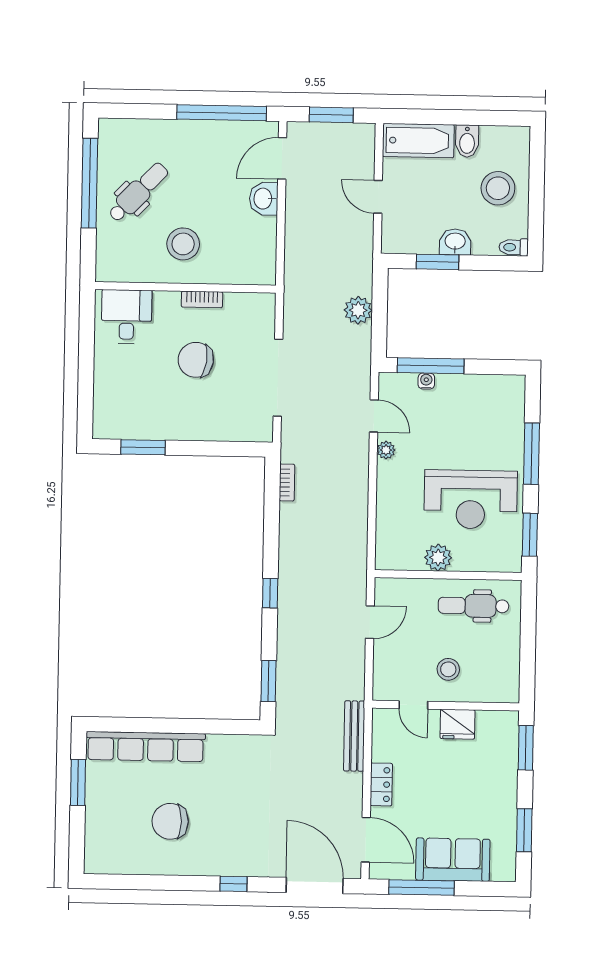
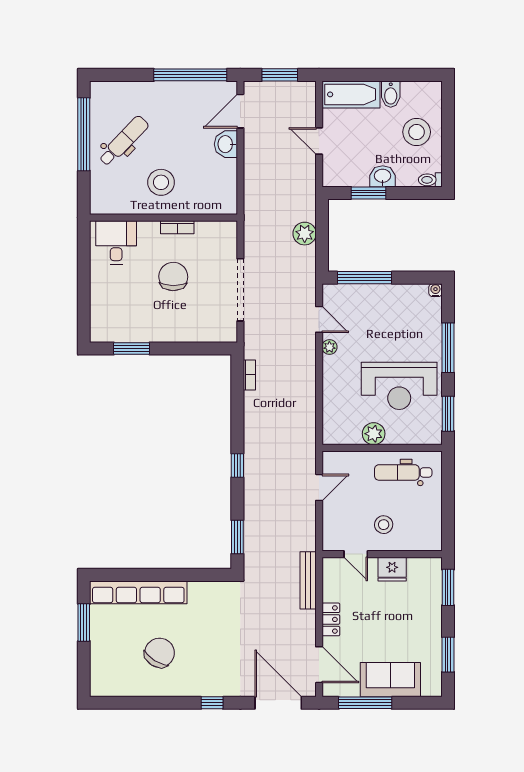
chair: (196, 360) -> (173, 277), turned 83
water cooler: (426, 381) -> (435, 290), moved
chair: (170, 821) -> (160, 653), turned 122

